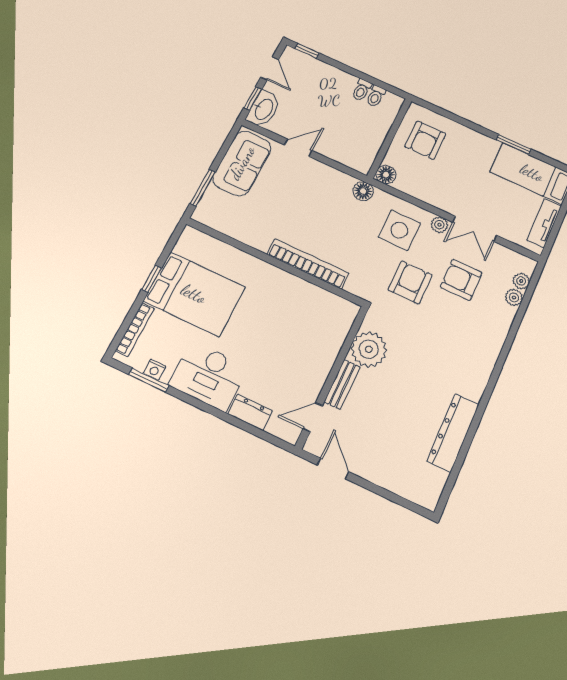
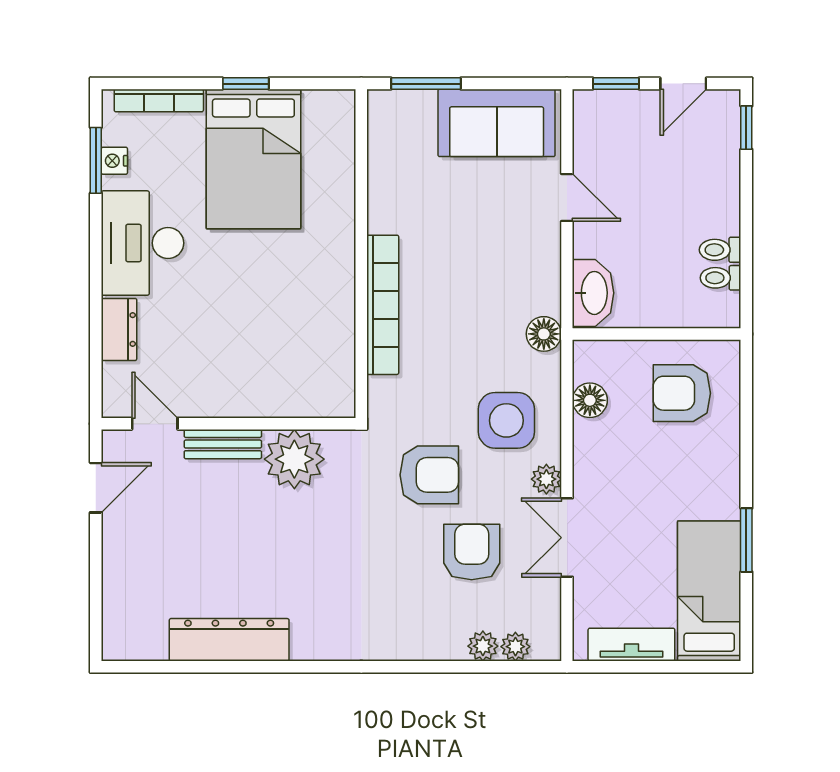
washbasin: (263, 109) -> (593, 293), moved, turned -90
floor lamp: (386, 175) -> (590, 400), moved

